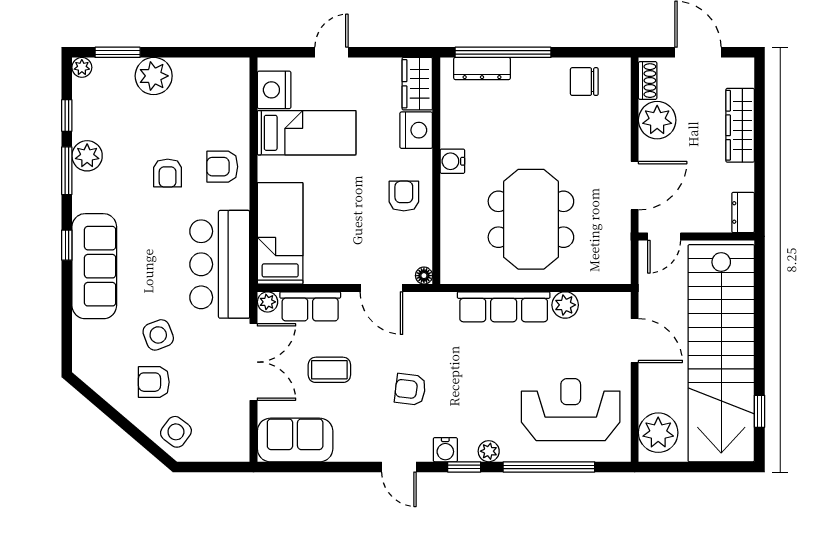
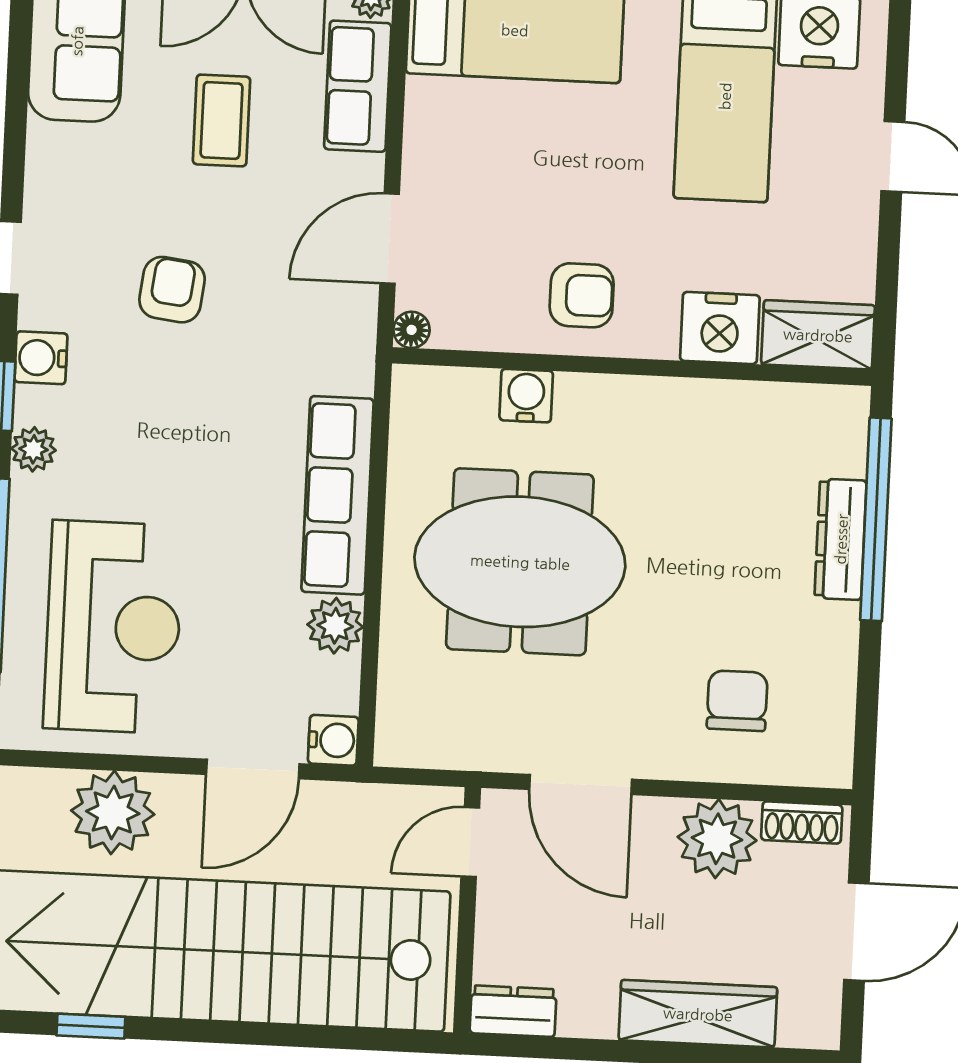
dresser: (482, 69) -> (841, 539), moved
chair: (584, 82) -> (737, 701), moved
water cooler: (452, 161) -> (526, 396), moved
door: (664, 236) -> (470, 842), hinge flipped
water cooler: (619, 303) -> (333, 740), added
plant: (658, 433) -> (113, 812), moved

